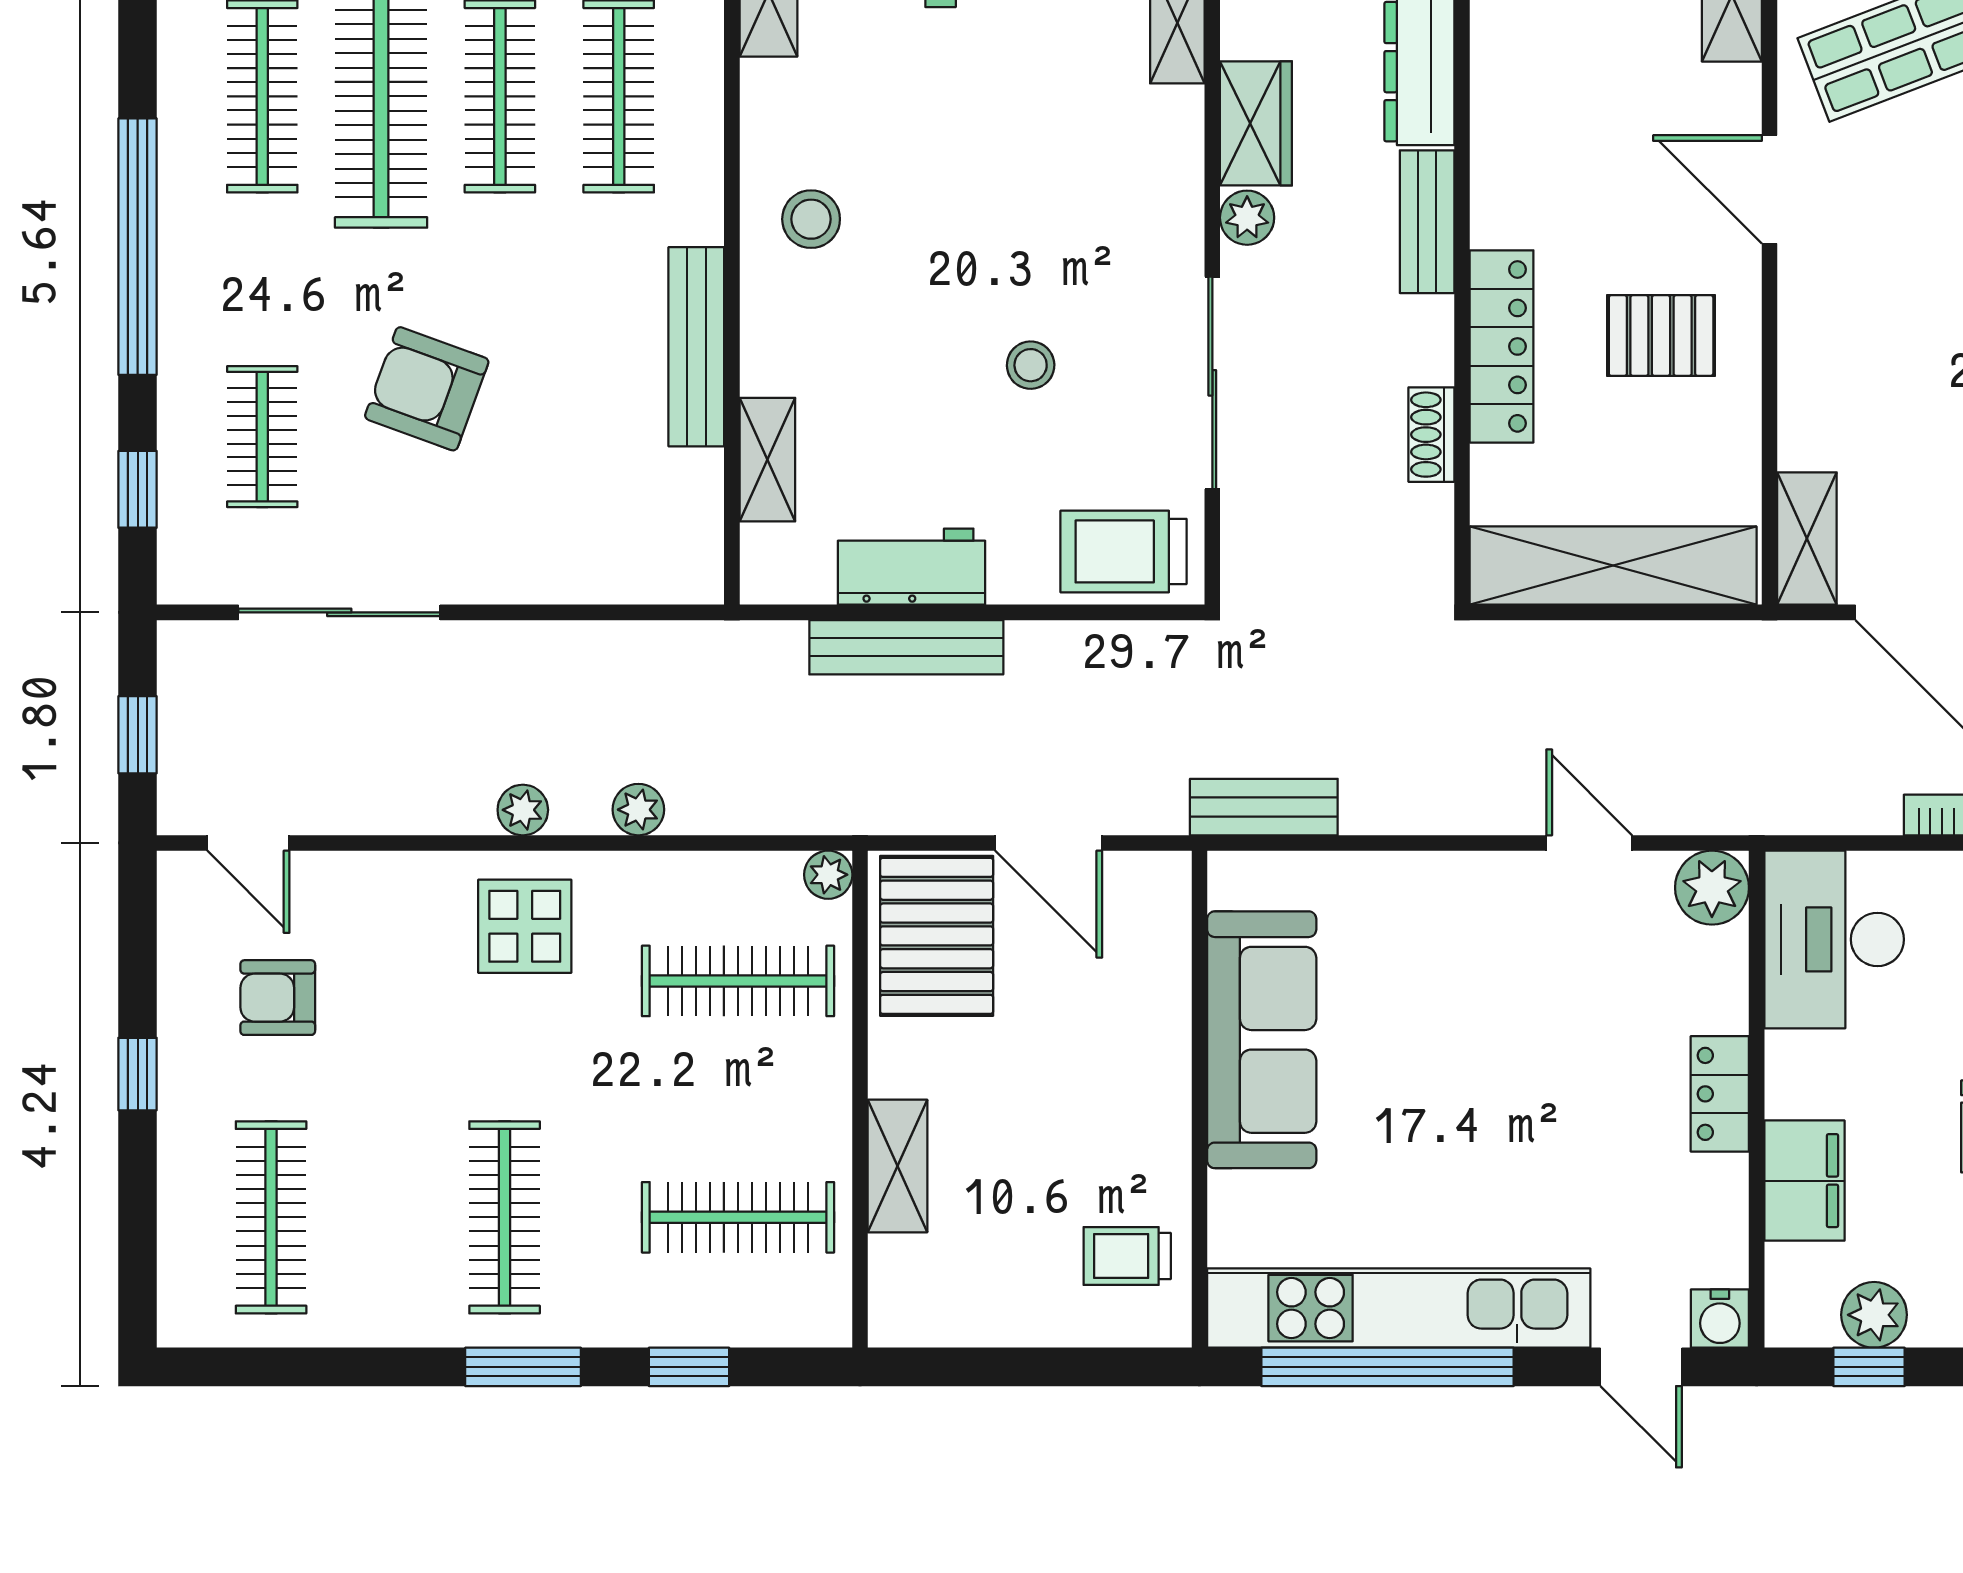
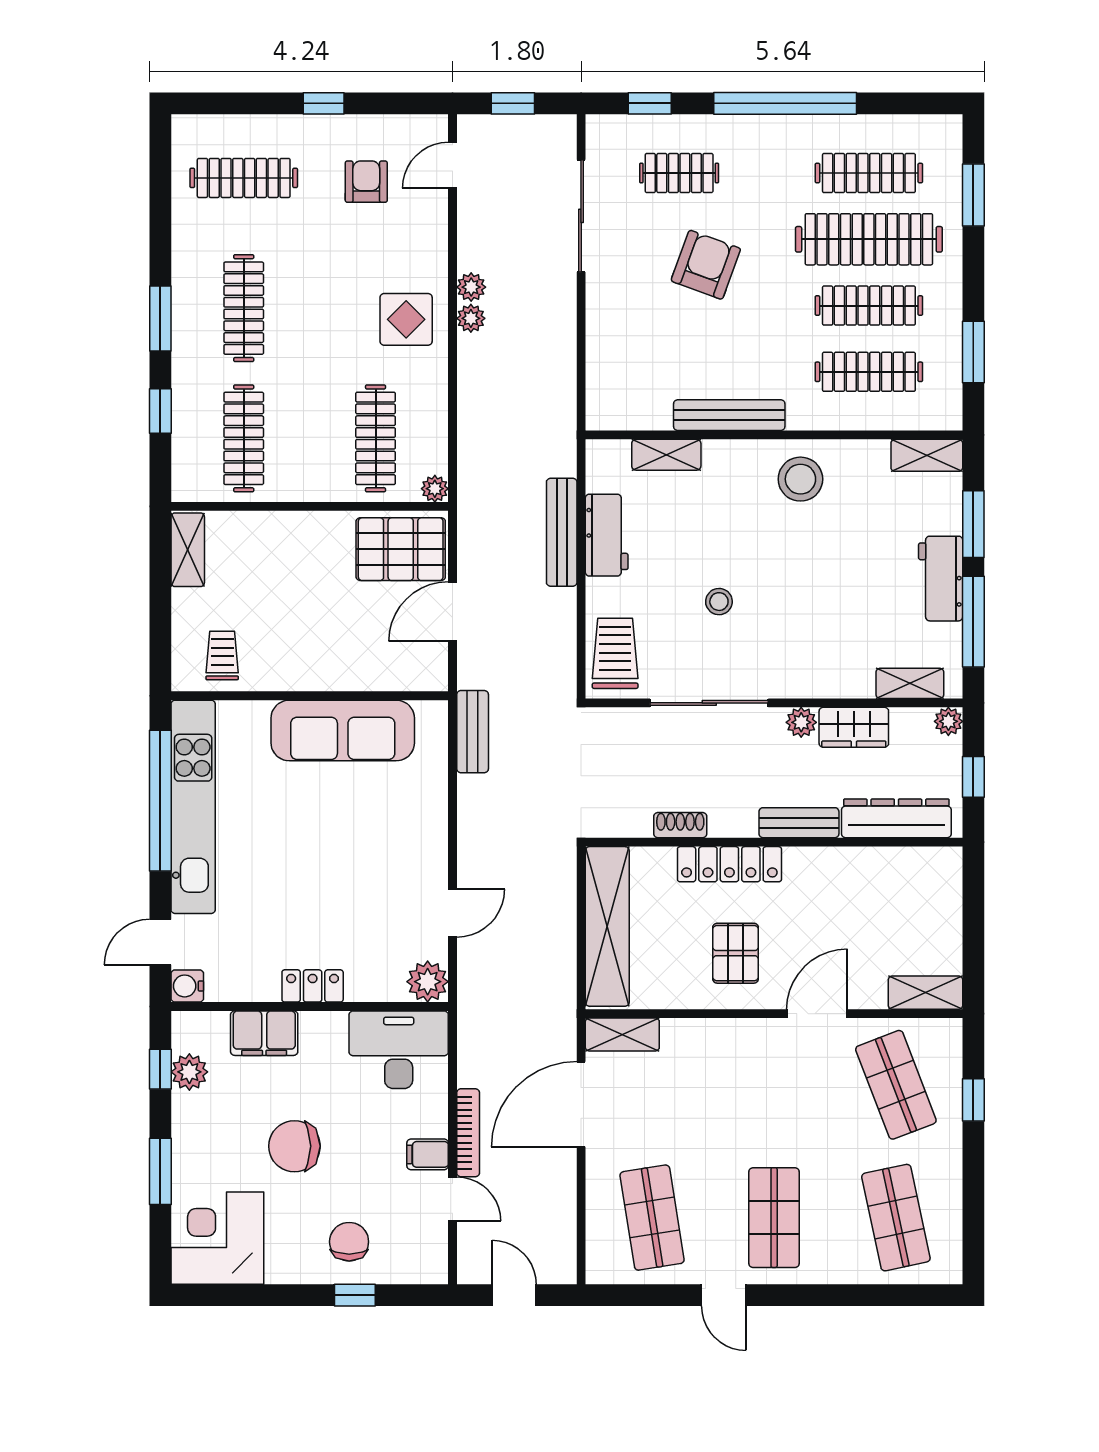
stool: (811, 219) -> (800, 479), width x1.38, depth x1.38
plant: (638, 810) -> (471, 287), moved
shelving: (898, 1166) -> (188, 550), moved, turned 90
clothes rail: (505, 1217) -> (244, 308), turned 90

